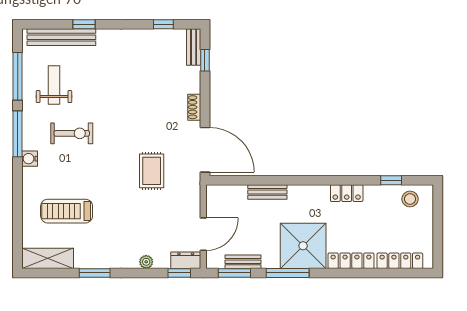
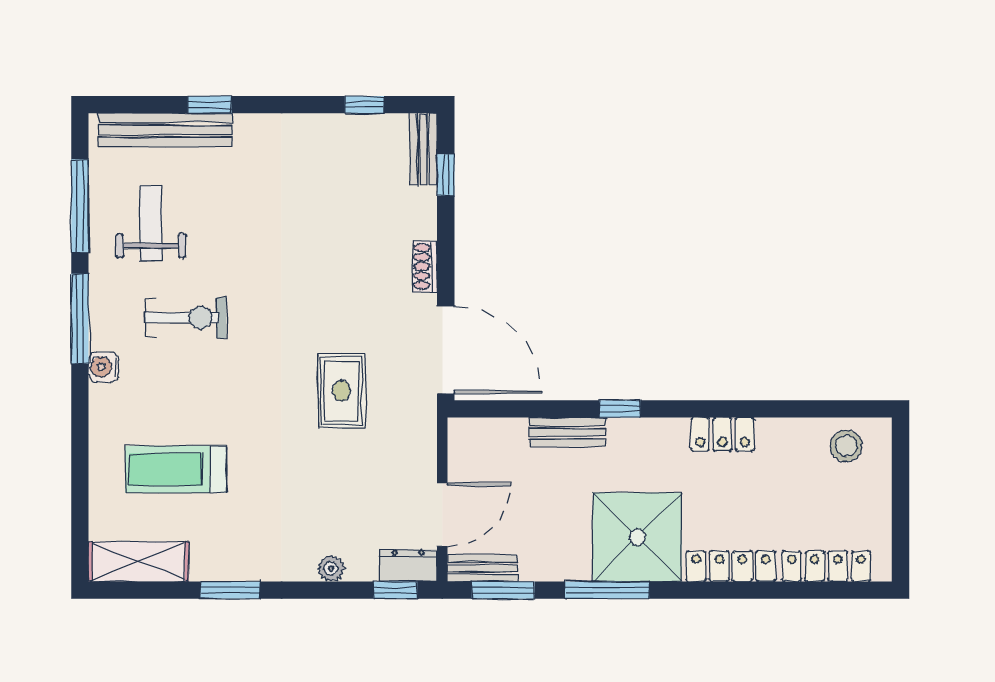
window: (391, 180) -> (620, 409), moved
bench: (243, 262) -> (482, 568), moved

